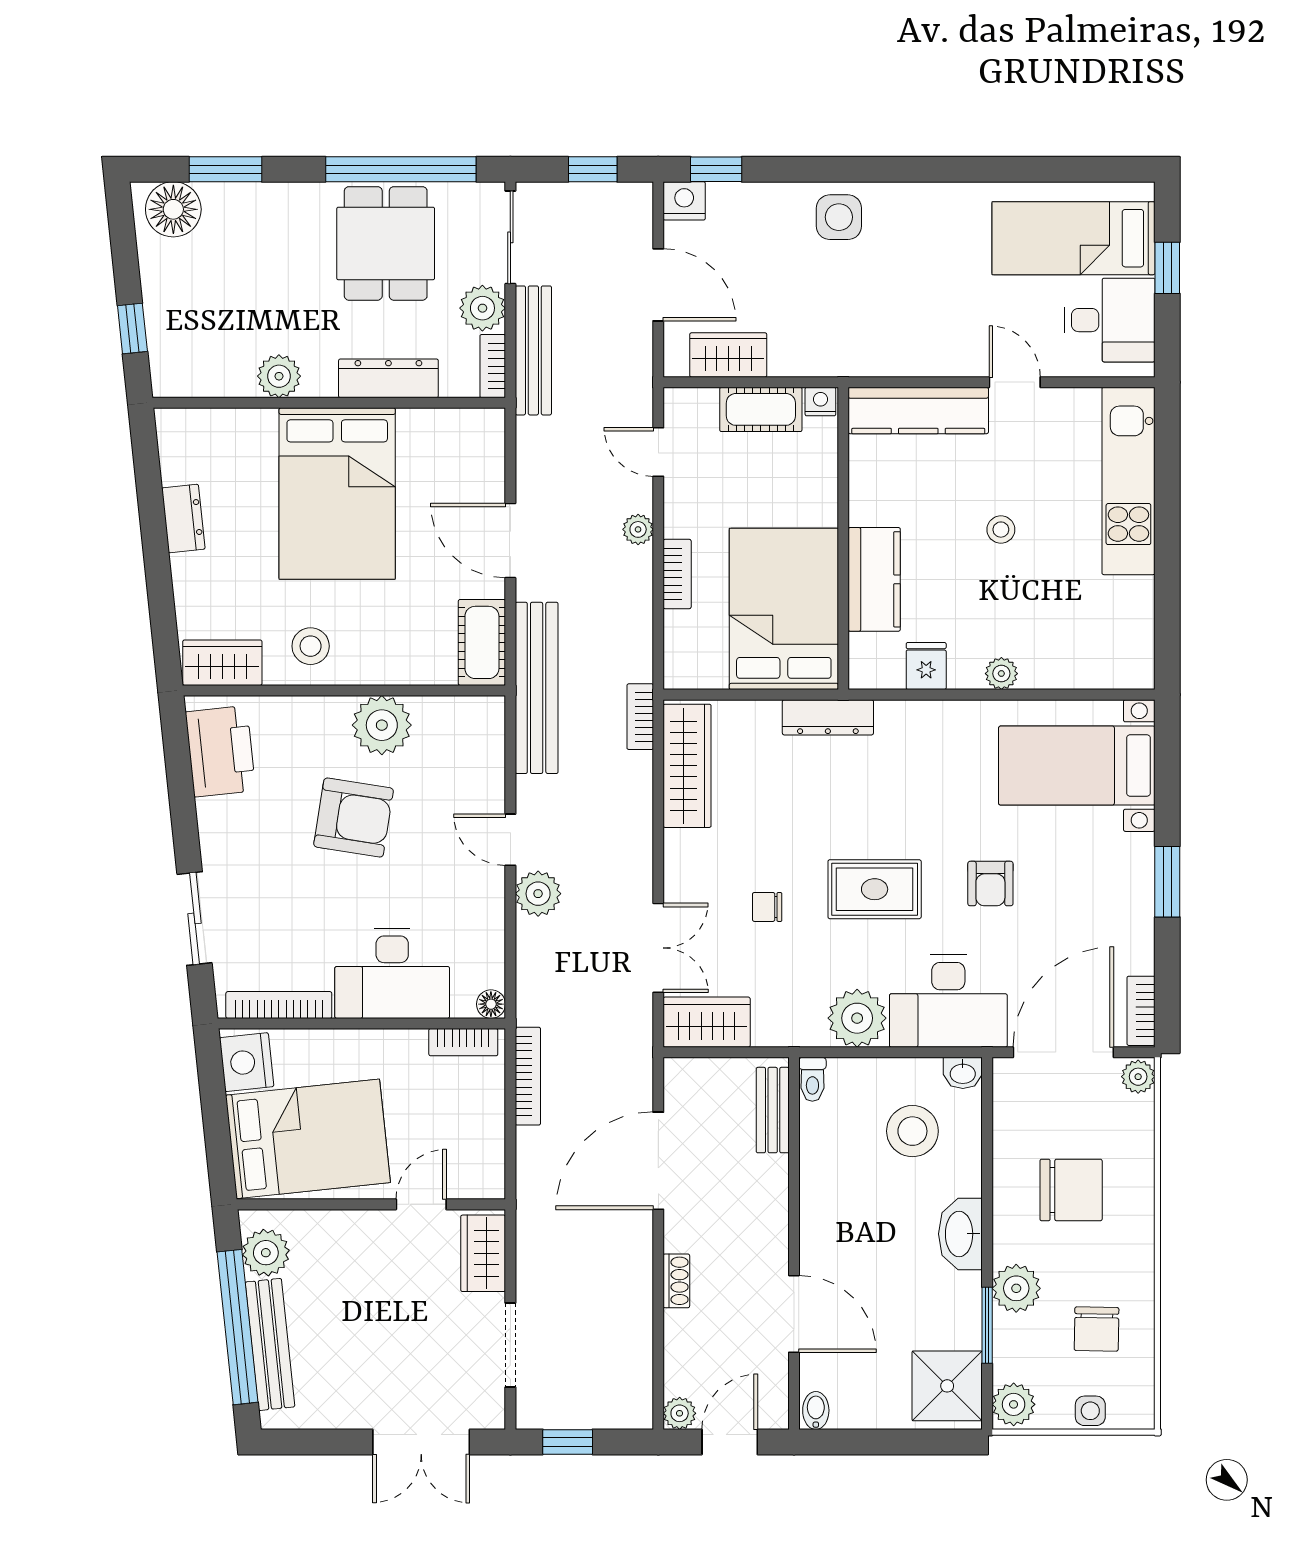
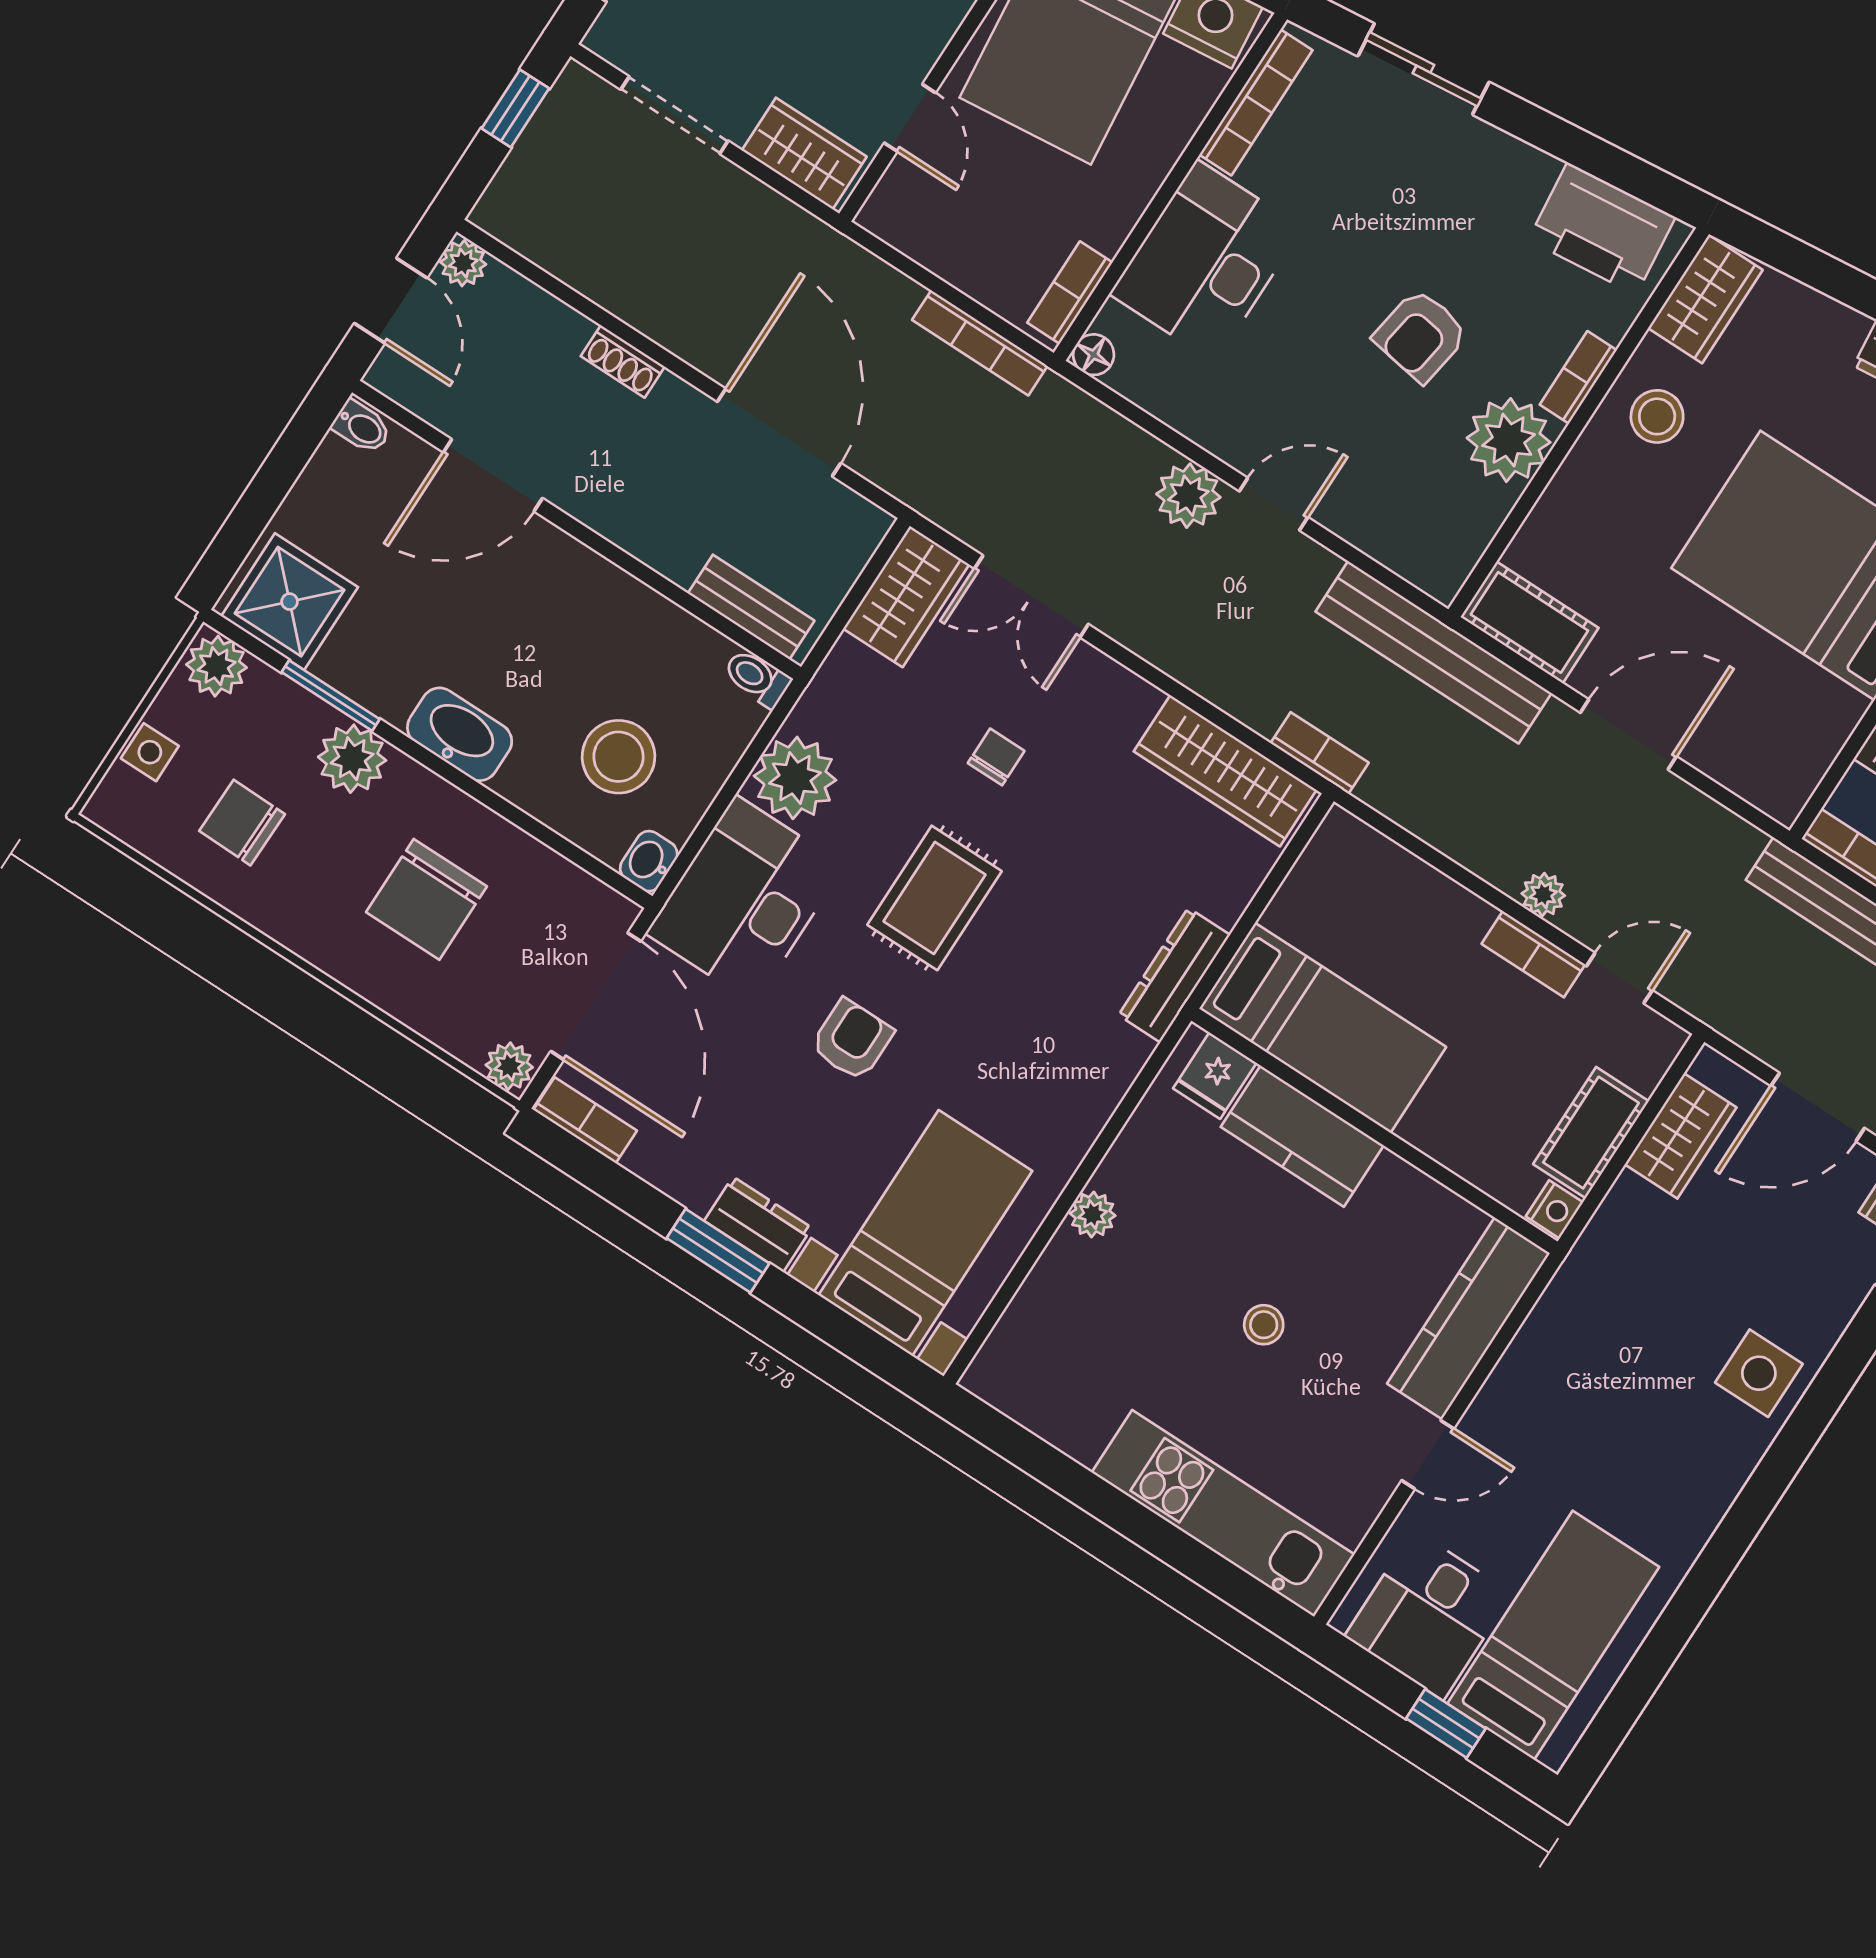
bookcase: (677, 574) -> (1533, 954), moved
bed: (784, 609) -> (1323, 1028), width x0.67
fridge: (926, 666) -> (1215, 1076), moved, turned 90
bookcase: (318, 708) -> (1578, 377), added
armchair: (354, 818) -> (1421, 335), width x0.72, depth x0.72
dresser: (1136, 868) -> (758, 1224), added
armchair: (990, 884) -> (852, 1040), turned 90

